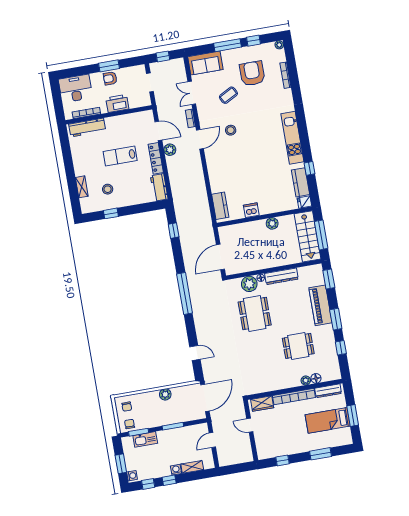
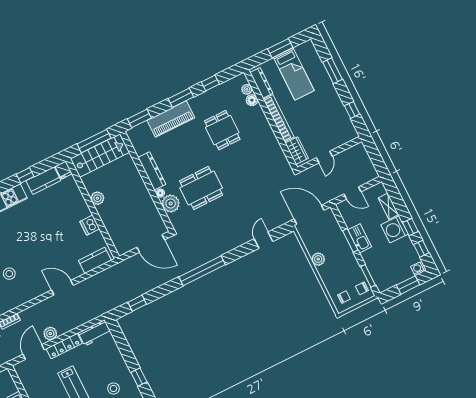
door: (200, 139) -> (62, 288), moved
plant: (306, 380) -> (247, 89), moved
kitchen sink: (145, 439) -> (360, 238), moved
washing machine: (176, 470) -> (395, 229), width x1.89, depth x1.89

